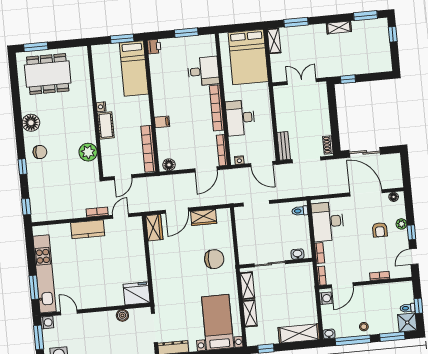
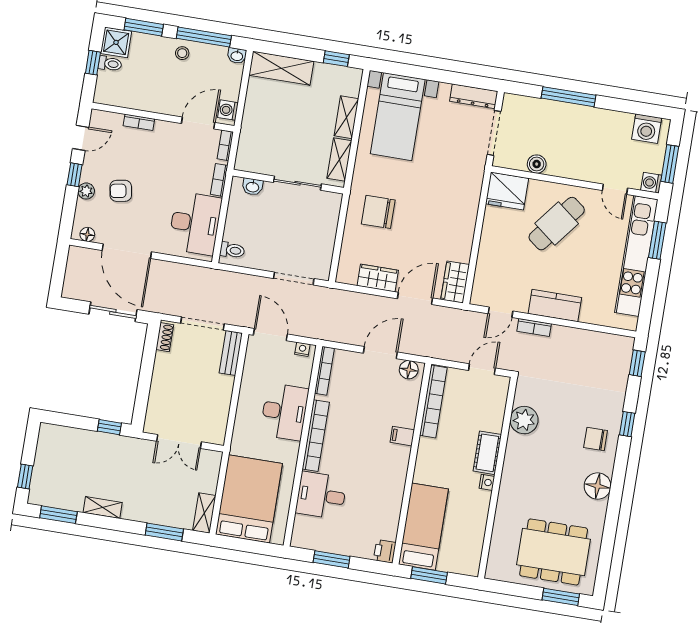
door: (206, 169) -> (380, 353), moved
armchair: (380, 230) -> (121, 191), turned -100
cafe table: (100, 281) -> (557, 224), added

